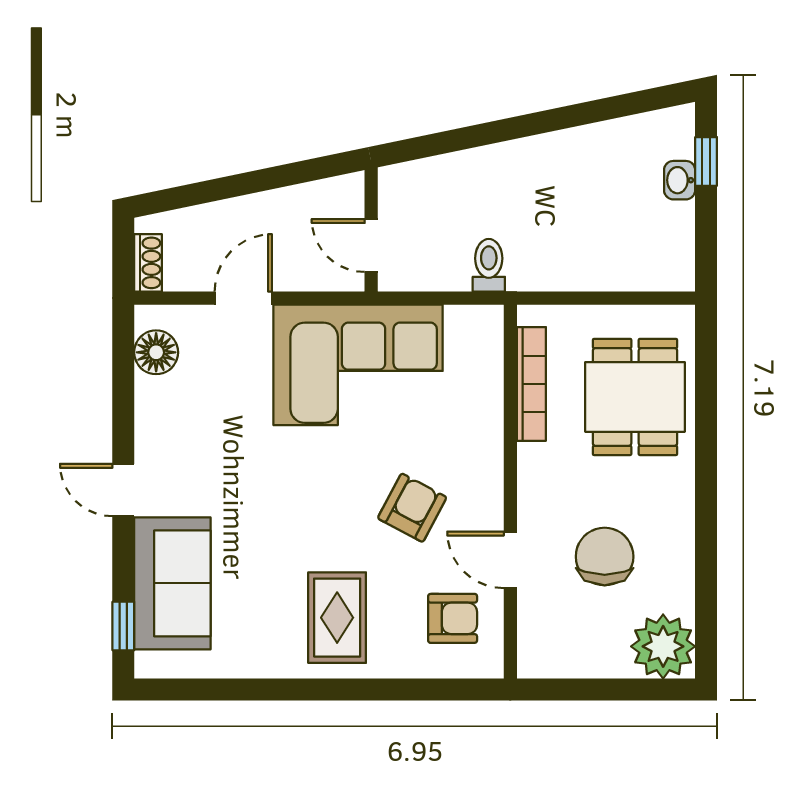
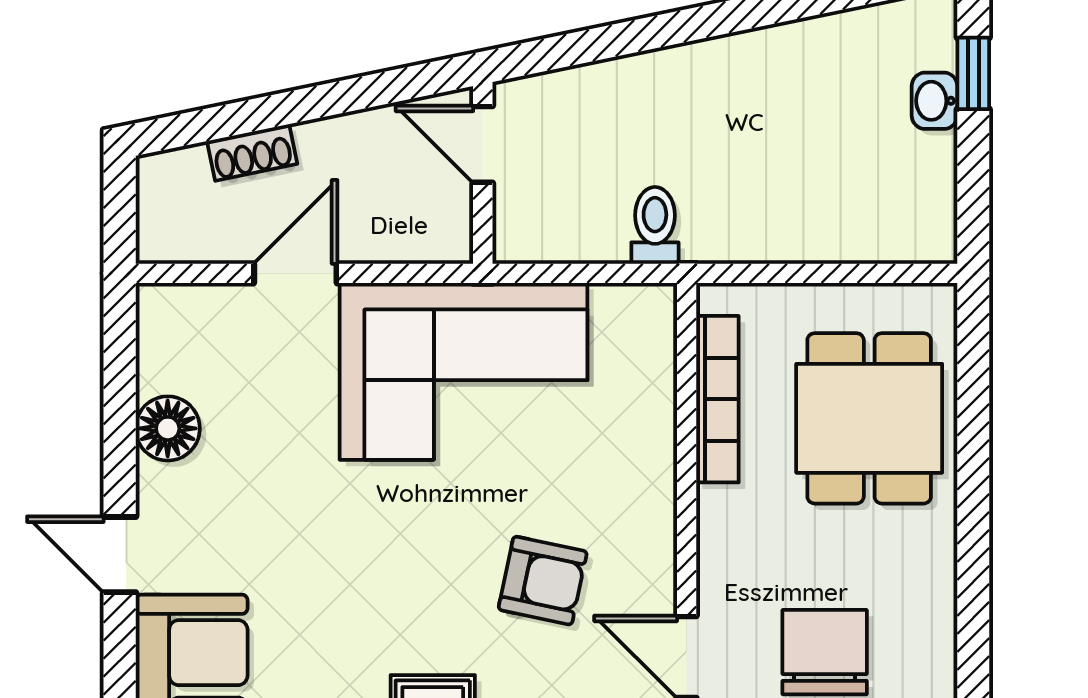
door: (371, 246) -> (483, 144), moved
shoe rack: (148, 263) -> (252, 153), moved, turned 78
floor lamp: (156, 352) -> (168, 428), moved
armchair: (412, 508) -> (543, 581), turned 74

